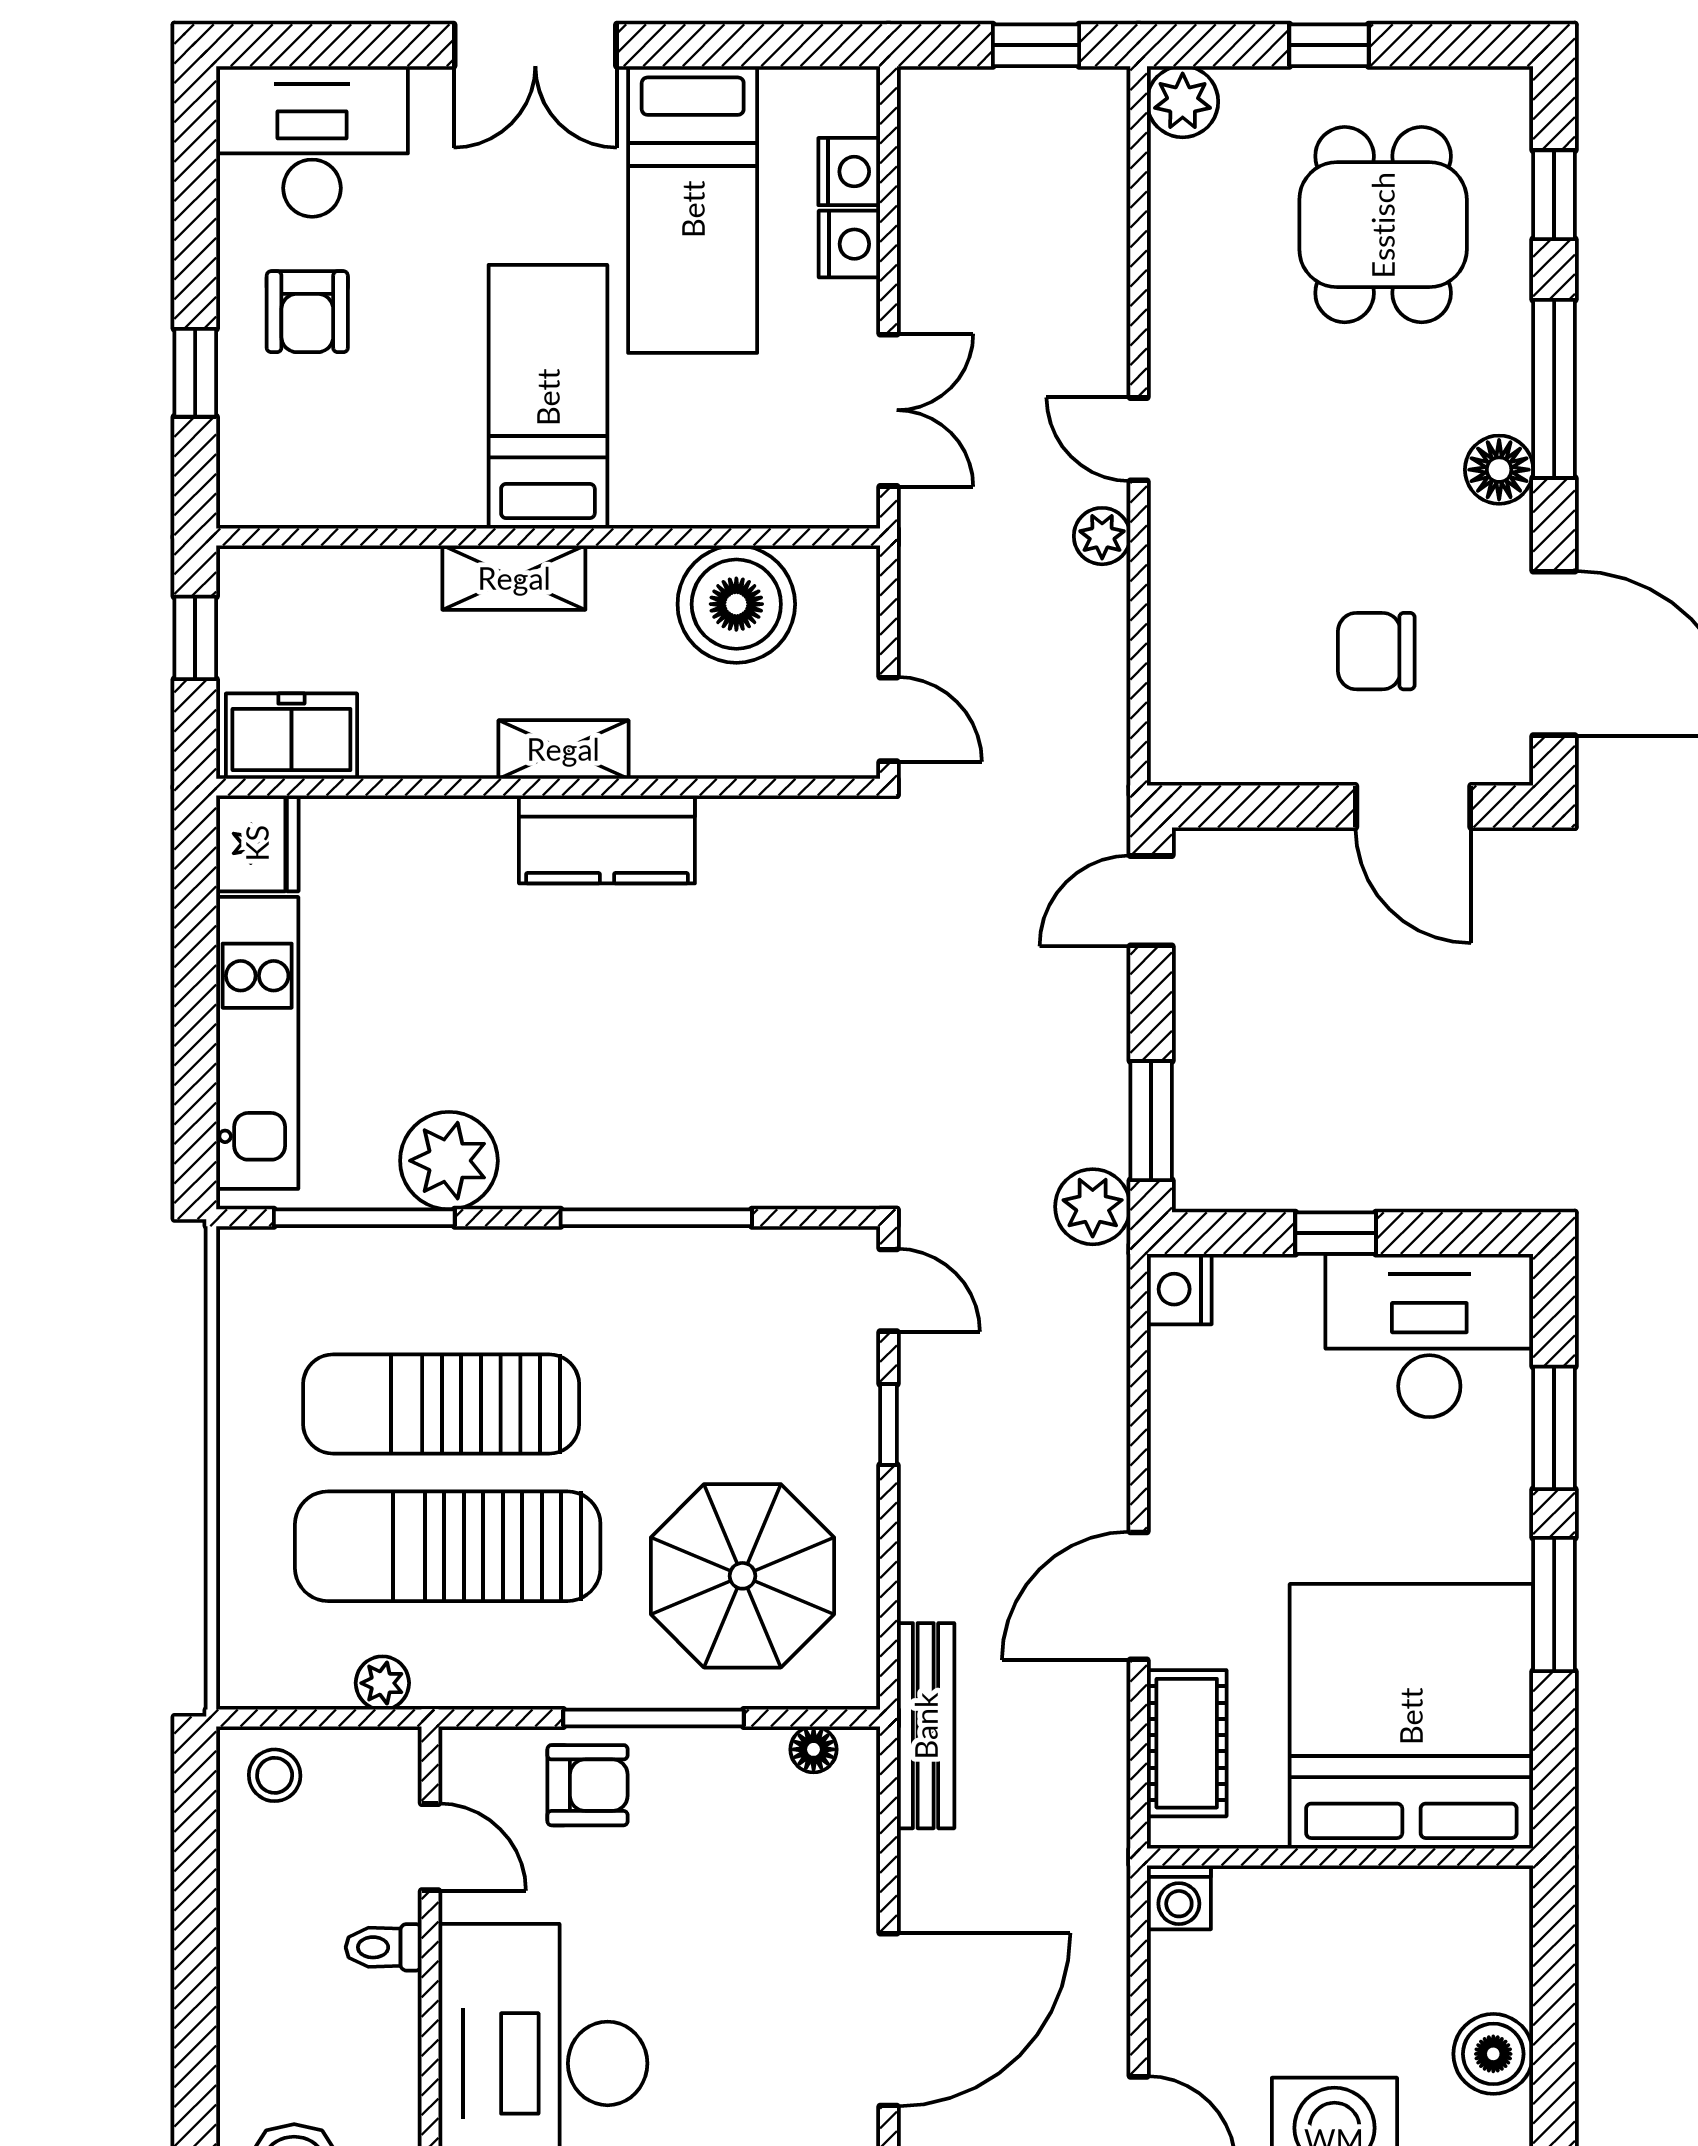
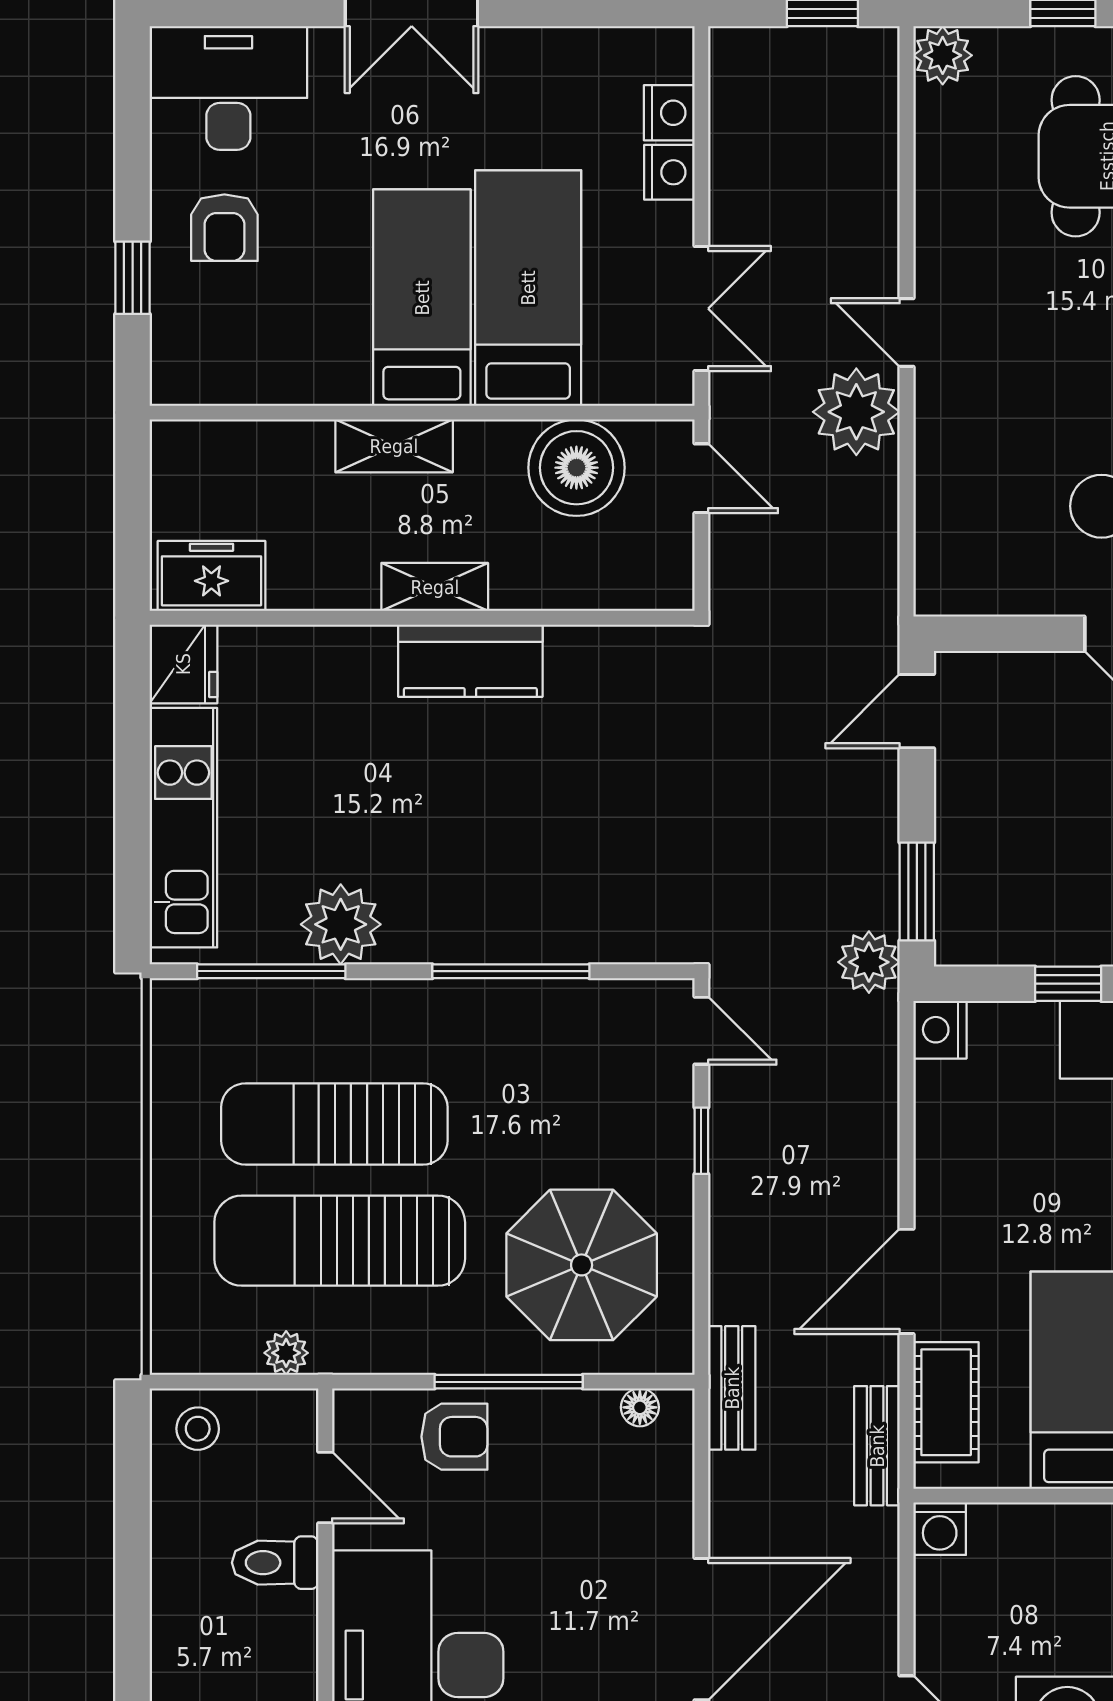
bed: (693, 209) -> (528, 288), moved, turned 180
plant: (1102, 536) -> (856, 412), width x1.88, depth x1.88
window: (195, 638) -> (133, 495), removed
door: (889, 719) -> (701, 478), moved
bench: (926, 1726) -> (732, 1388), width x0.73
bench: (1103, 1796) -> (877, 1446), added
toilet: (384, 1947) -> (275, 1563), width x1.37, depth x1.39

